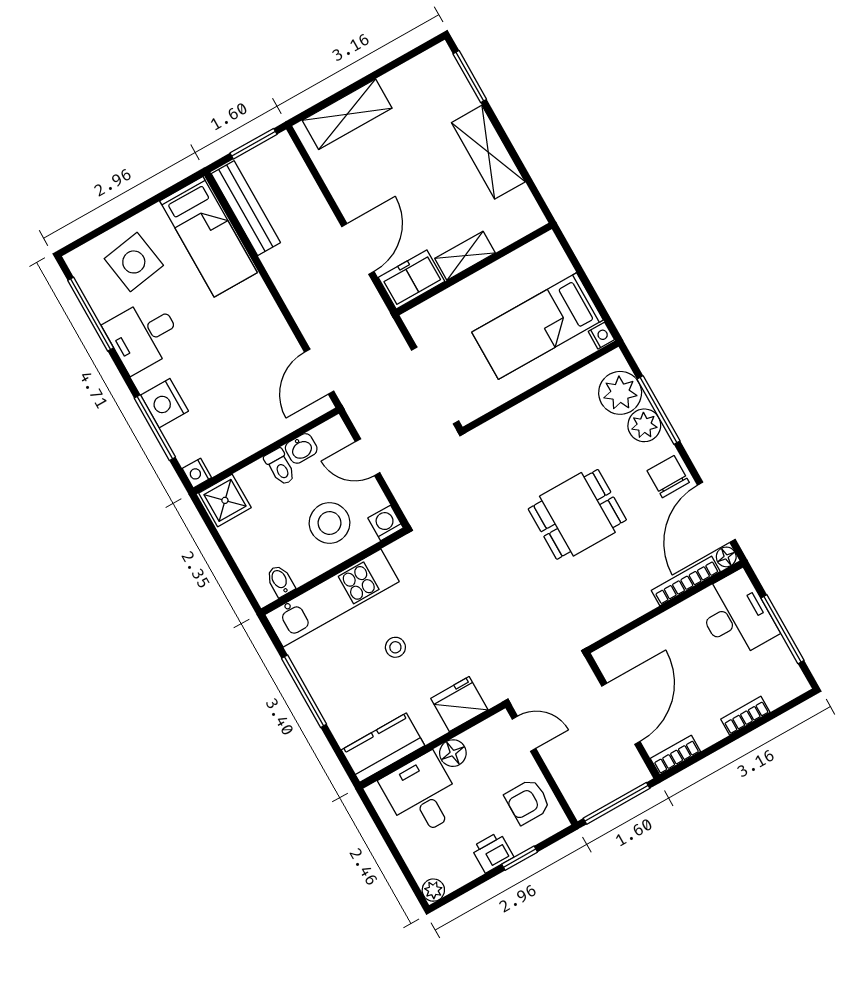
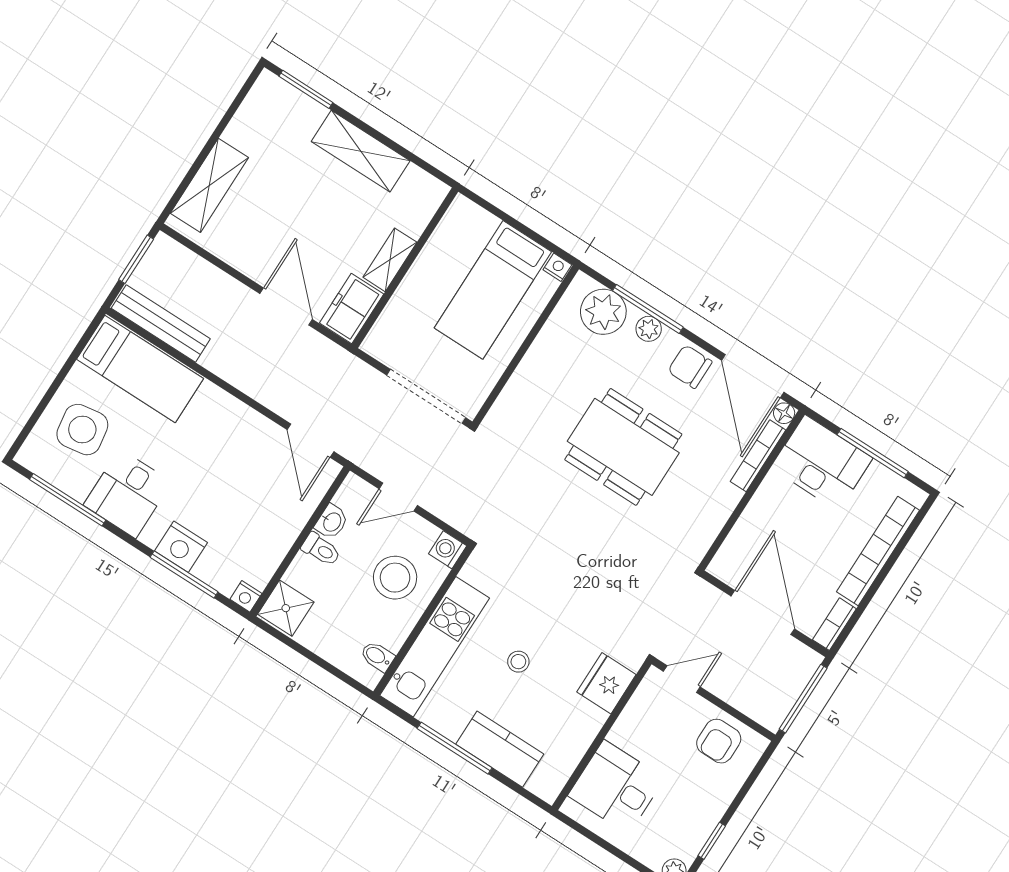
plant: (644, 425) -> (649, 329), width x0.73, depth x0.73
dining table: (577, 514) -> (623, 447), width x1.37
bookcase: (745, 716) -> (878, 551), width x2.31, depth x1.31
kitchen counter: (383, 748) -> (500, 749), moved, turned 90
floor lamp: (453, 753) -> (625, 732), removed
printer: (492, 852) -> (711, 806), removed
window: (520, 858) -> (712, 841), moved

